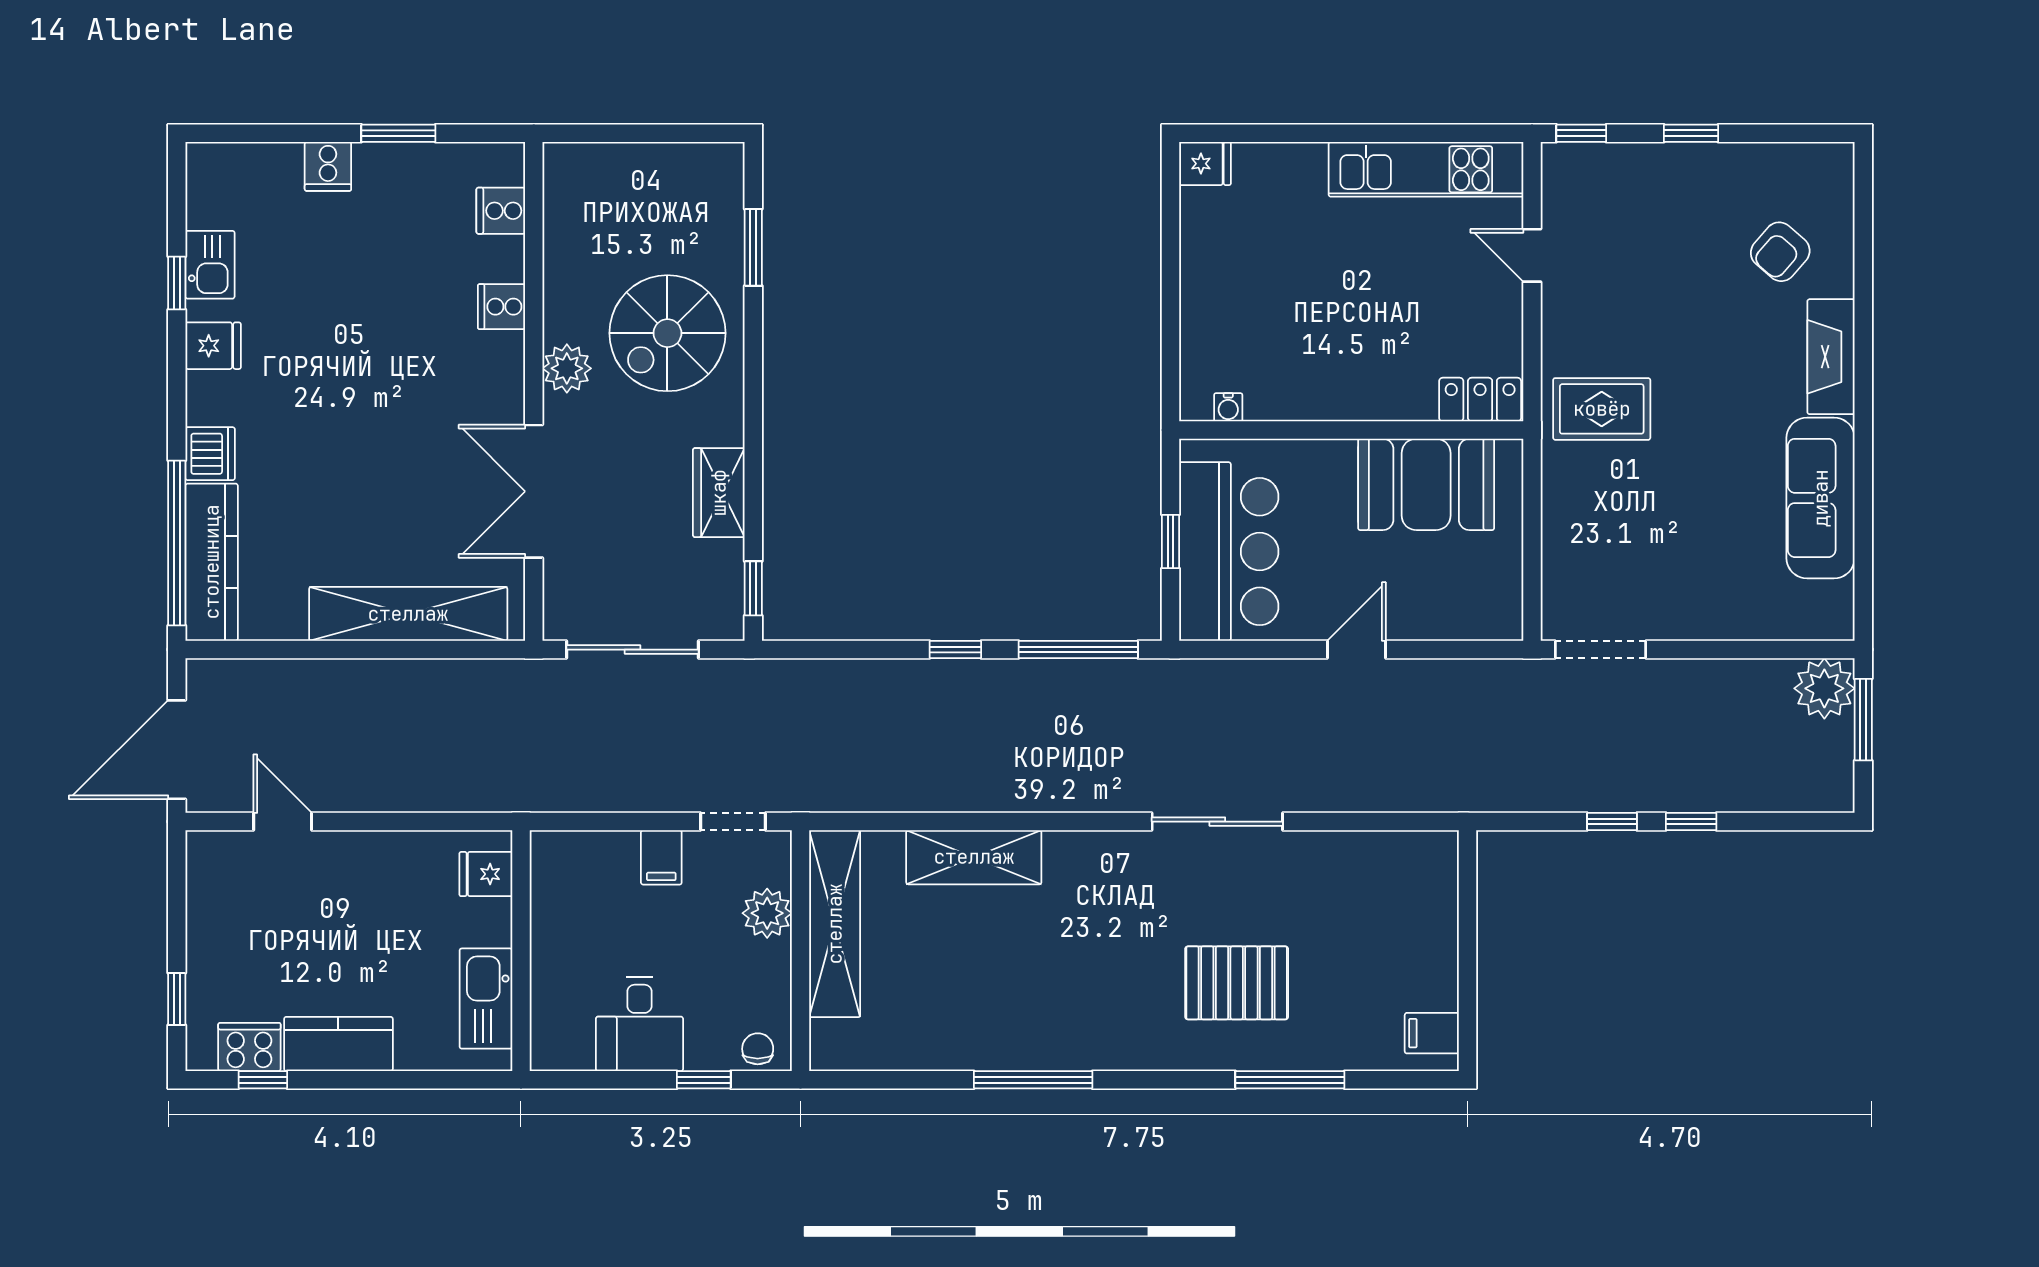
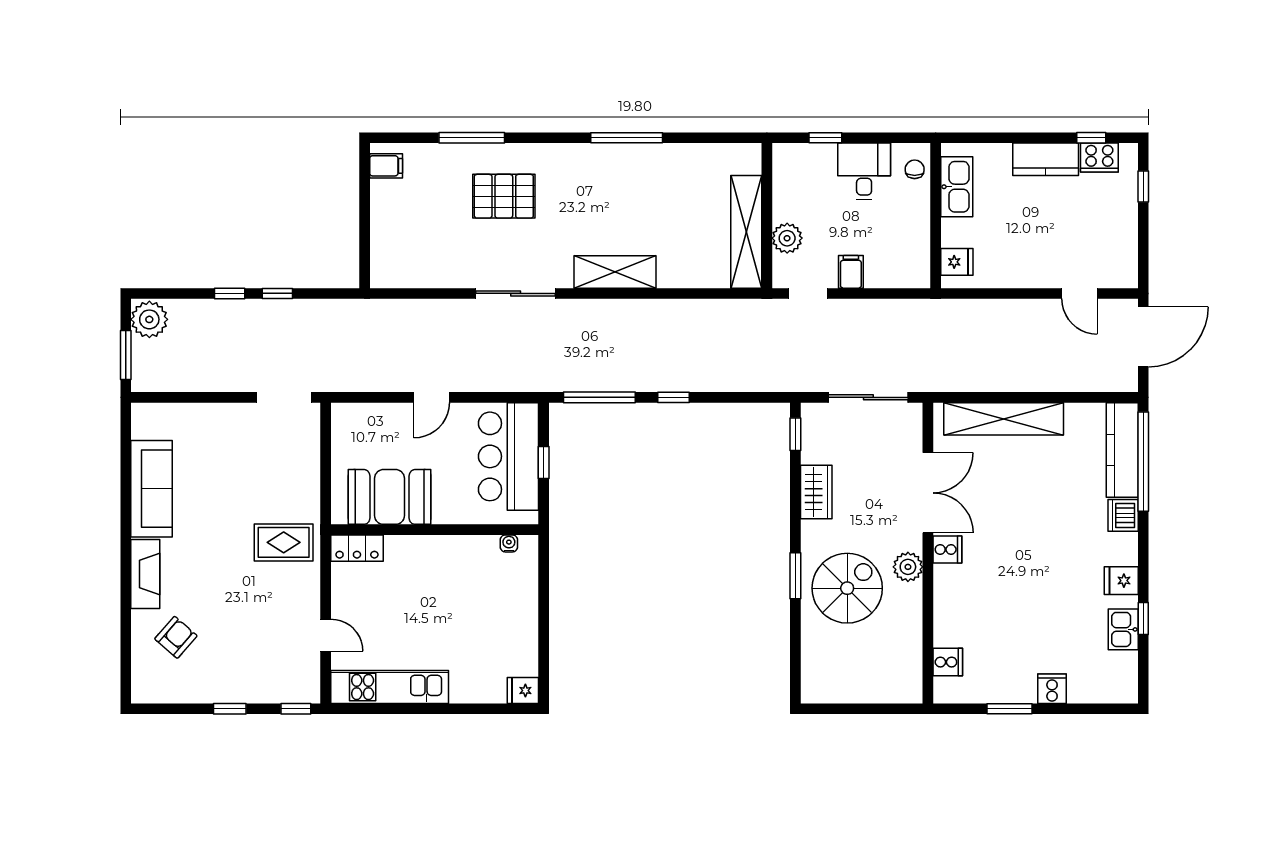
window: (753, 247) -> (795, 576), moved
cooker: (501, 307) -> (947, 549), moved
plant: (1824, 688) -> (149, 319), moved
shelving: (974, 857) -> (615, 272), moved
chair: (758, 1049) -> (915, 169), moved, turned 180

